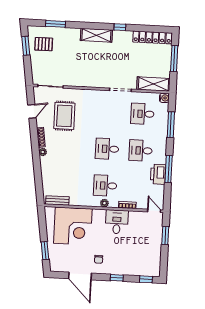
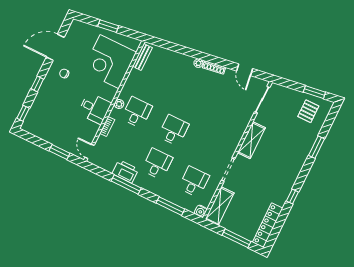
window: (56, 24) -> (317, 147), moved
shelving: (96, 35) -> (251, 140), moved
rug: (64, 116) -> (226, 101), removed
door: (154, 211) -> (90, 151), swing flipped
window: (45, 251) -> (108, 26), moved

